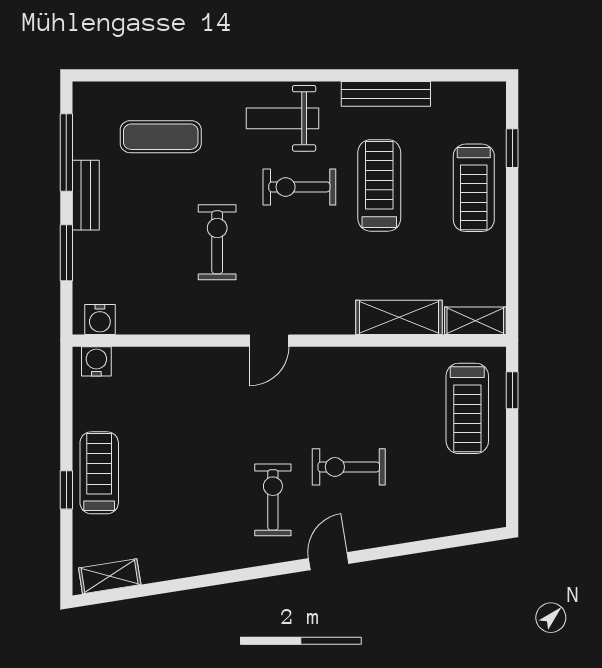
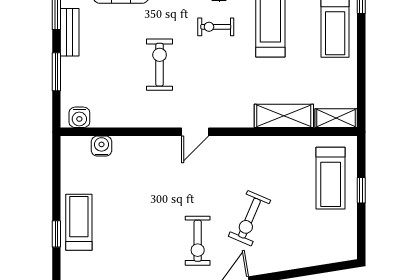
exercise bike: (299, 187) -> (216, 27), width x0.73, depth x0.72
water cooler: (96, 361) -> (102, 146), moved
window: (512, 390) -> (361, 190), moved
exercise bike: (349, 467) -> (249, 218), turned -67
exercise bike: (273, 500) -> (198, 241), turned 180

